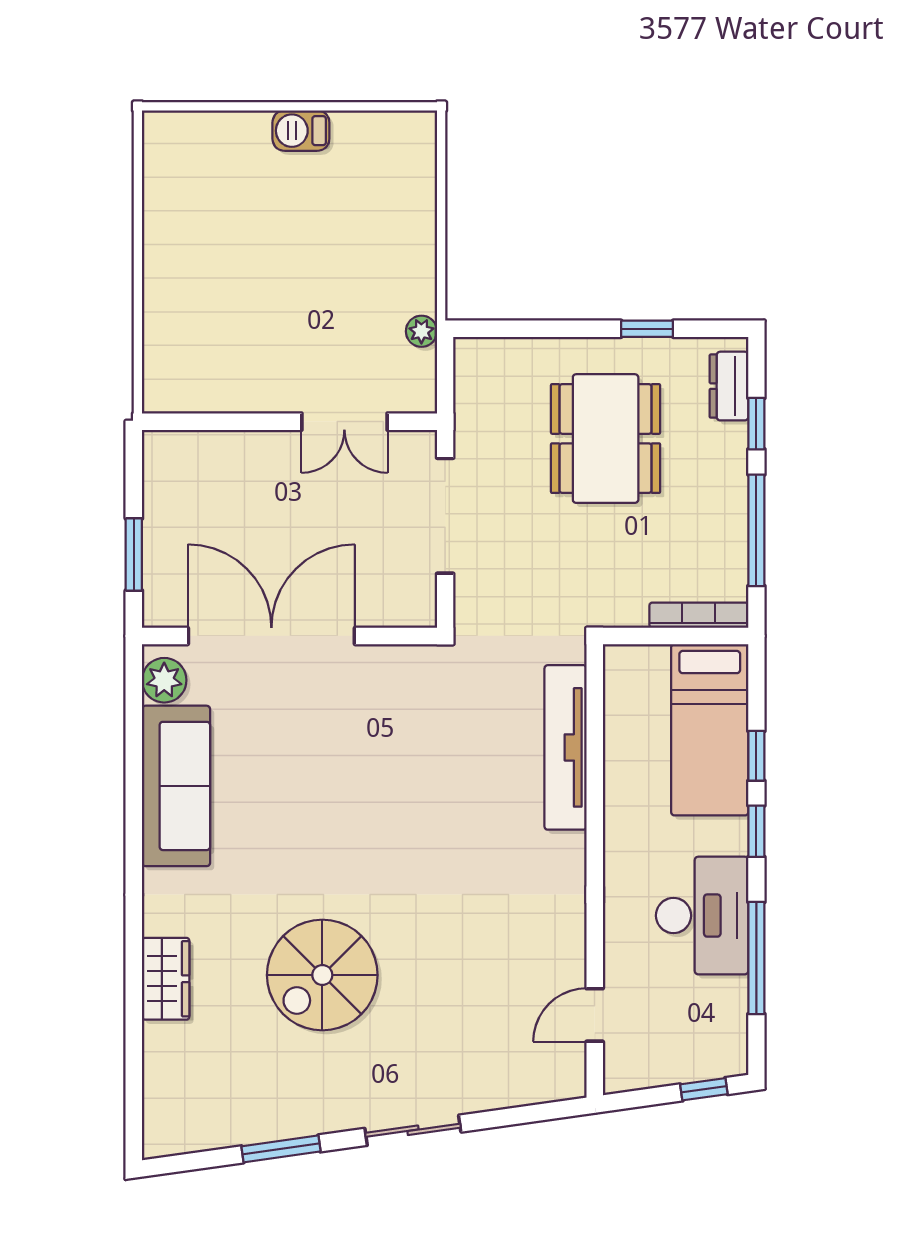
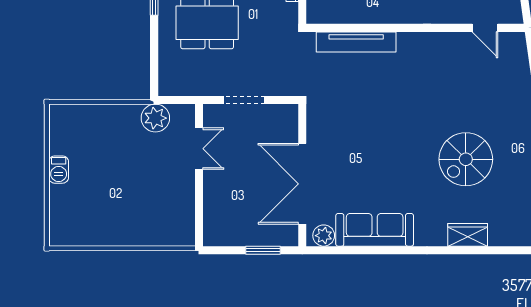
plant: (421, 331) -> (155, 118), width x1.88, depth x1.88
doorway: (445, 516) -> (244, 100), width x0.73
spiral stairs: (322, 975) -> (466, 159), turned 90

